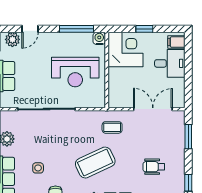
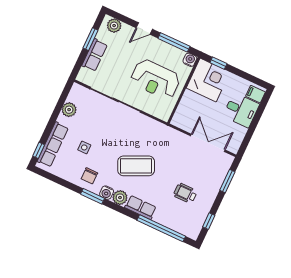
door: (30, 29) -> (144, 28), moved
window: (144, 29) -> (218, 63), moved
coffee table: (112, 127) -> (165, 142), removed

